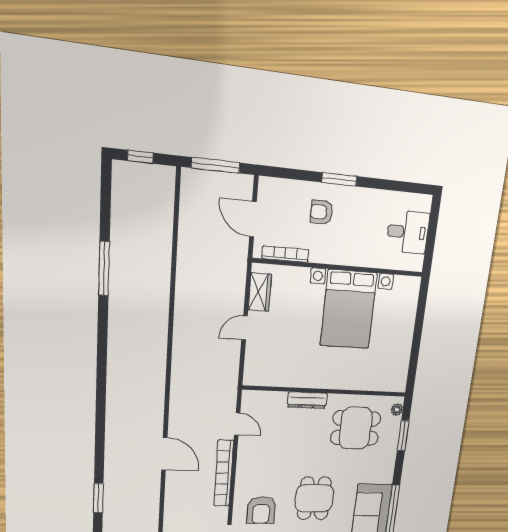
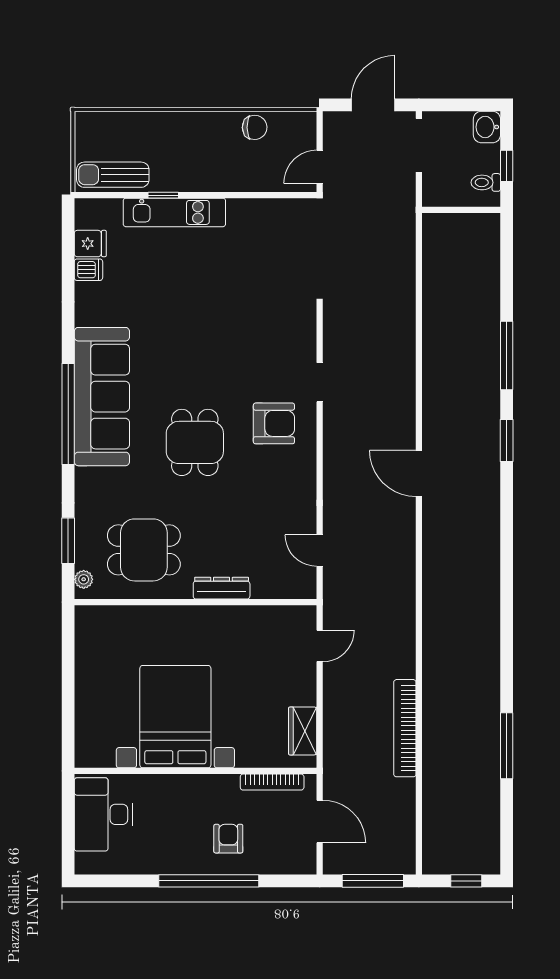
window: (339, 179) -> (209, 881), width x2.11
armchair: (322, 212) -> (228, 839), turned -90
desk: (408, 232) -> (103, 814), width x1.37
door: (245, 328) -> (320, 646), moved
door: (164, 454) -> (419, 474), moved
bookcase: (224, 473) -> (405, 728), moved, turned 180
armchair: (261, 510) -> (274, 423), turned 90

